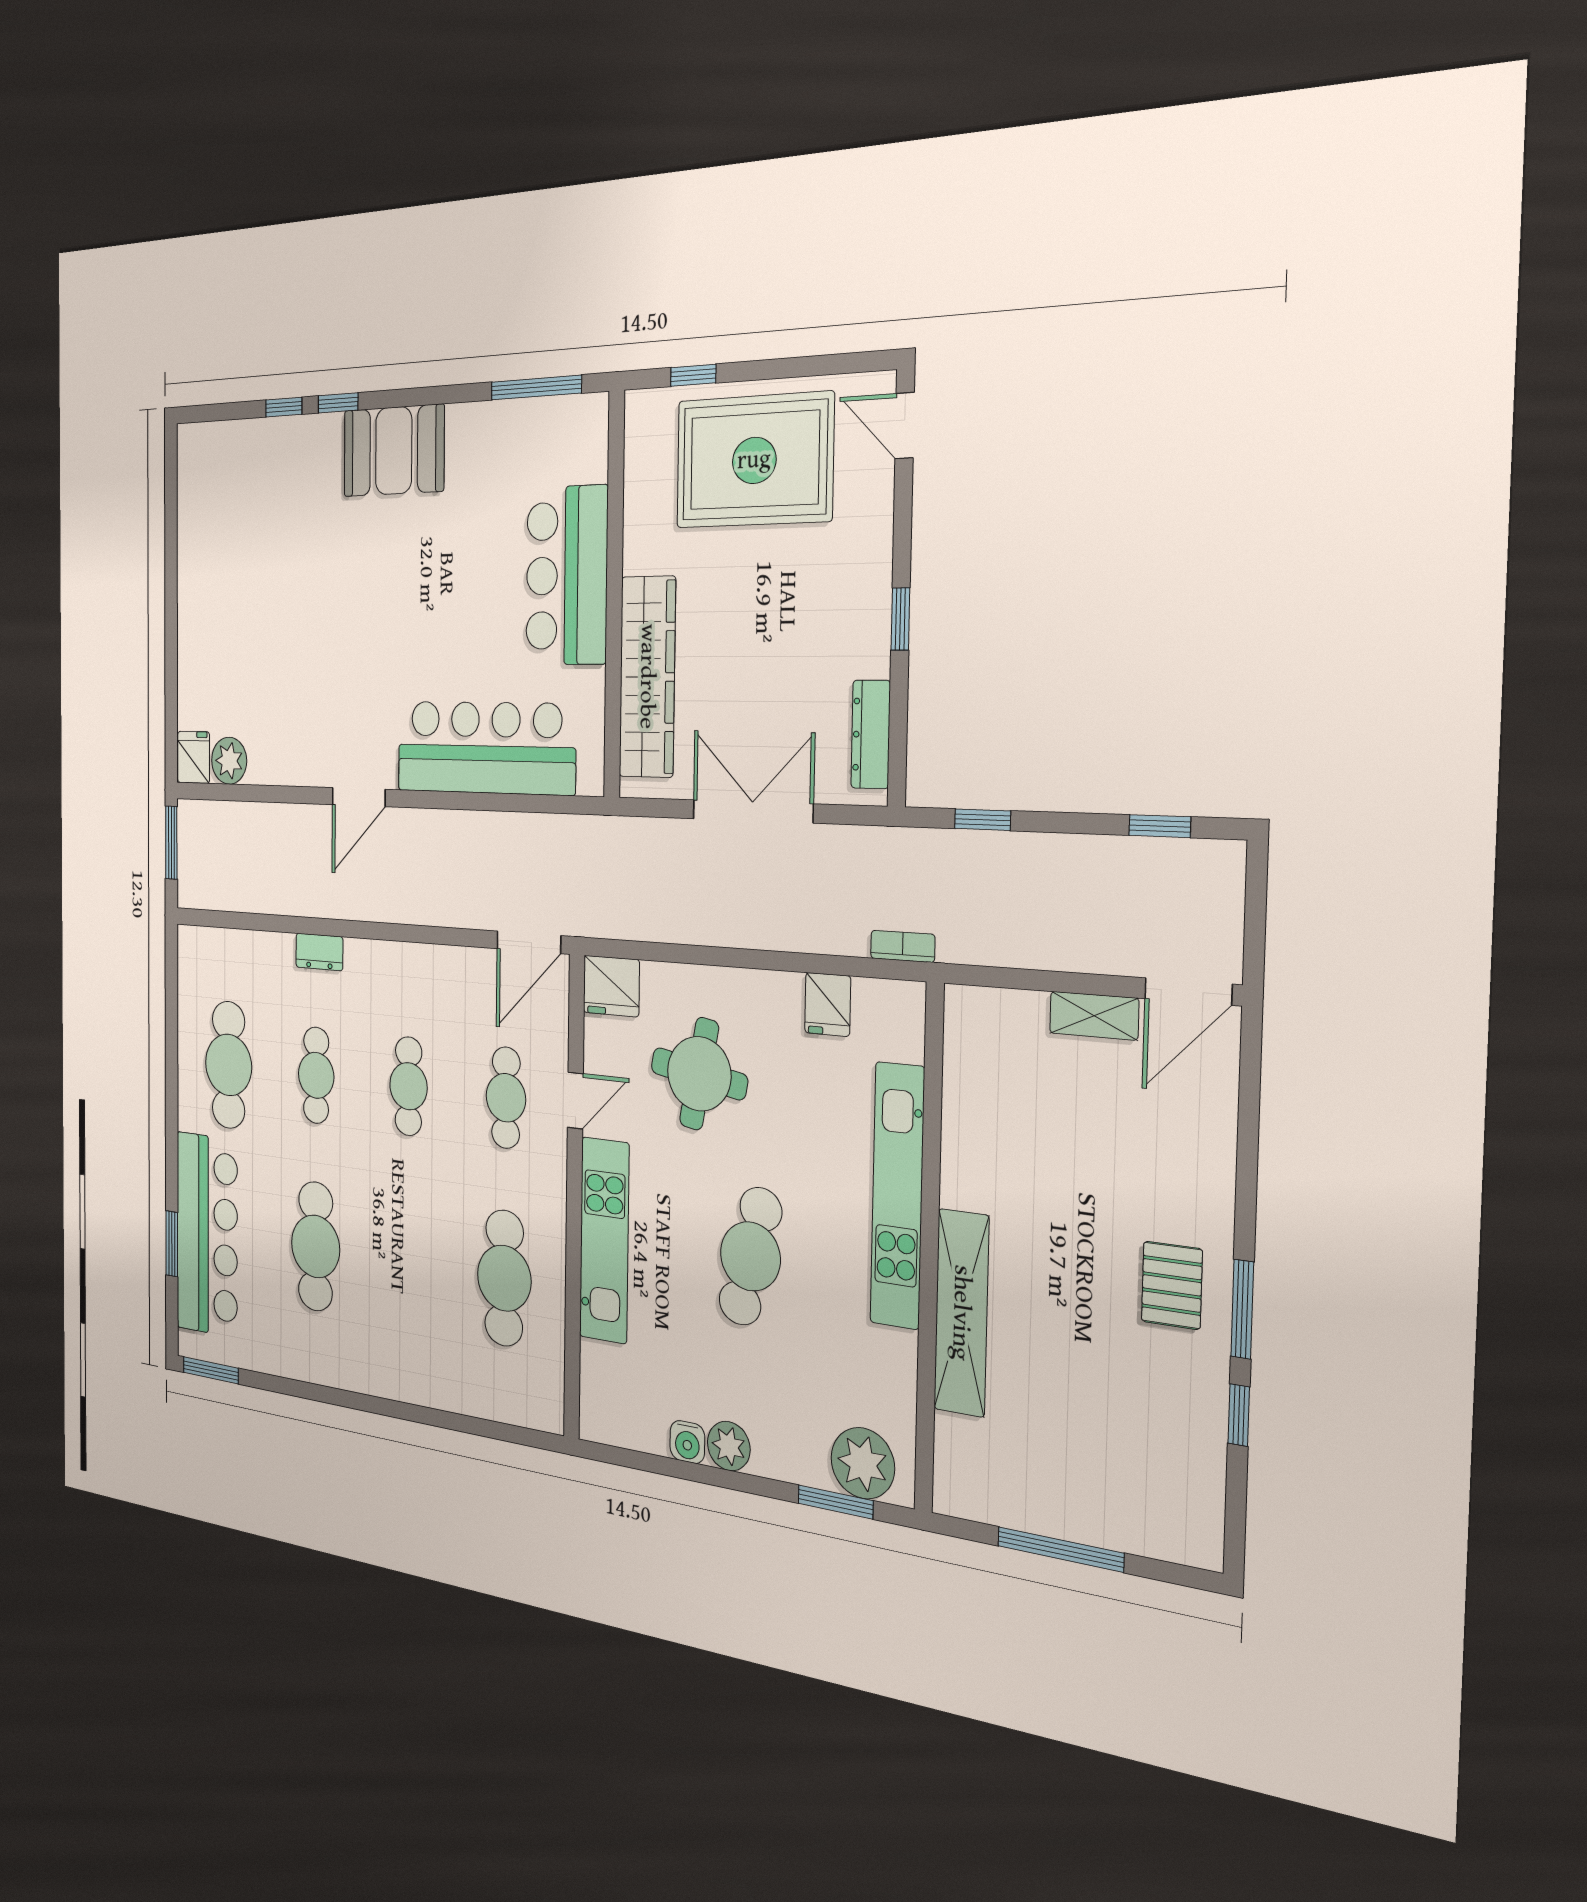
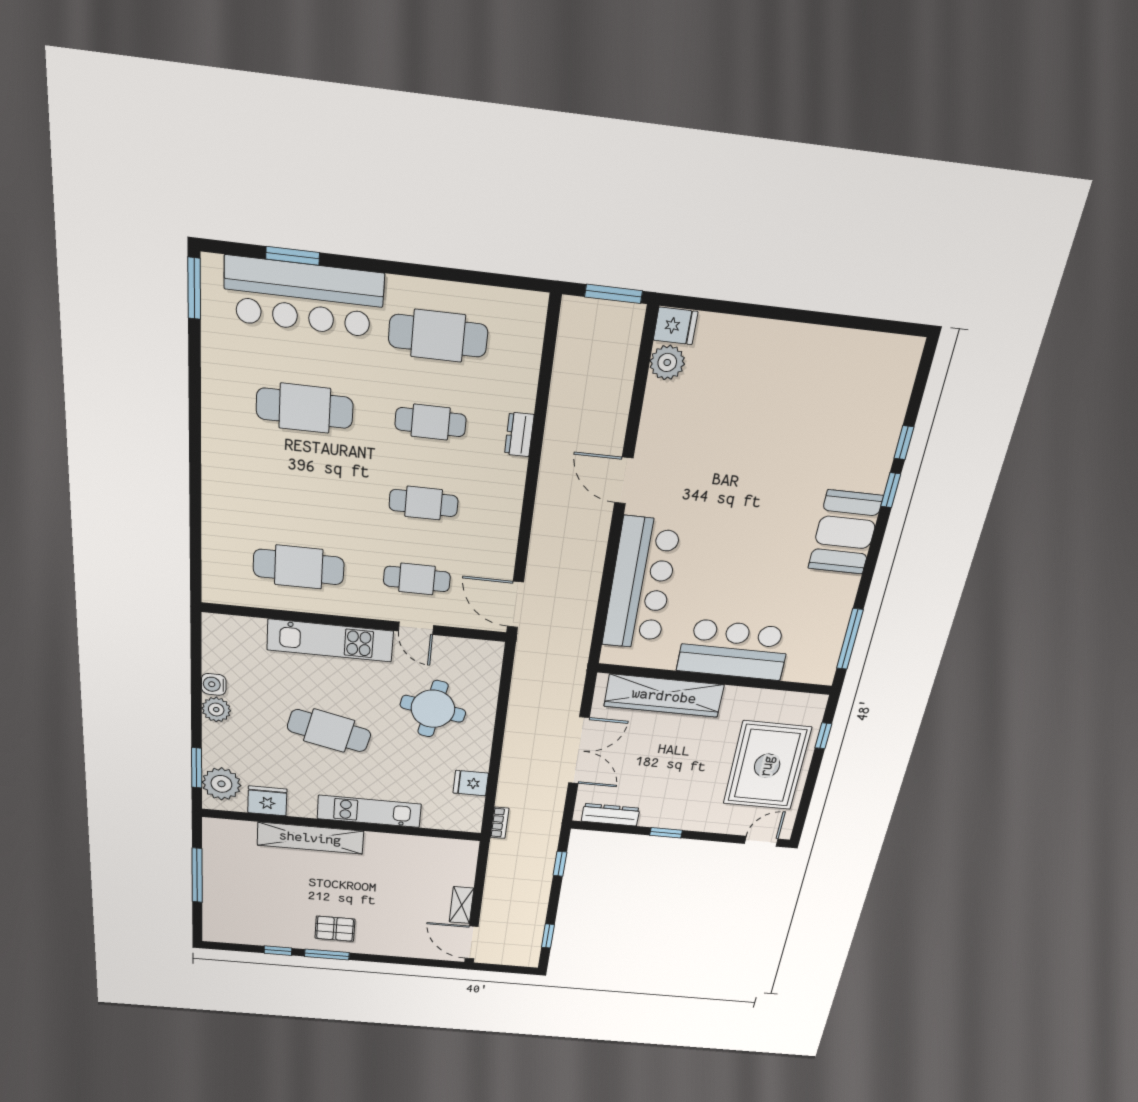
fridge: (611, 986) -> (267, 801), moved, turned 90
kitchen unit: (897, 1196) -> (369, 811), width x0.73

